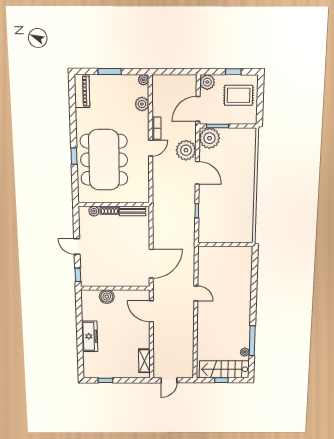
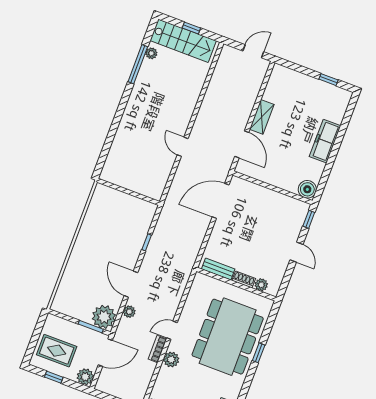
plant: (142, 104) -> (171, 360), moved
plant: (186, 150) -> (129, 312), width x0.53, depth x0.53
boiler: (107, 297) -> (307, 189), moved
shelving: (144, 361) -> (262, 117), moved

